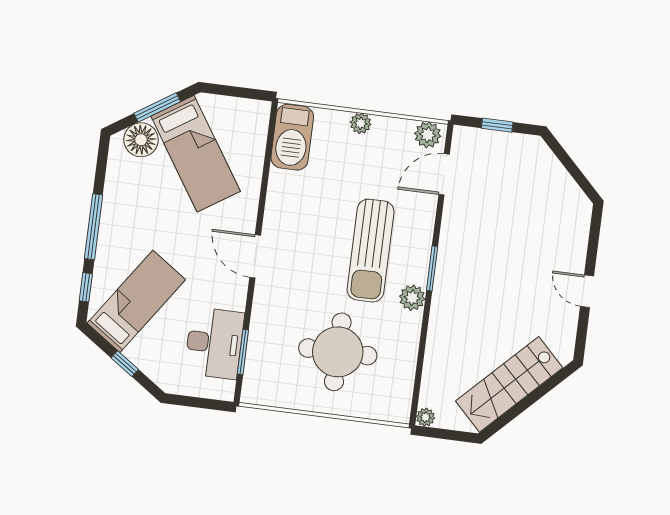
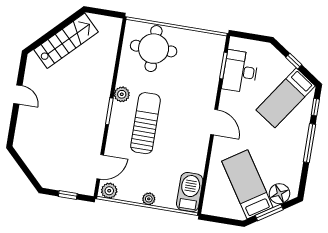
round table: (338, 352) -> (154, 49), moved
plant: (425, 417) -> (116, 23), removed

